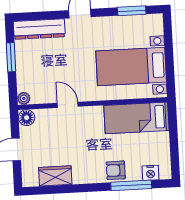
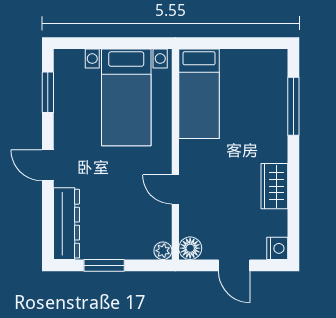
door: (68, 105) -> (175, 189), hinge flipped
armchair: (116, 170) -> (271, 127), removed
nightstand: (151, 173) -> (277, 248), moved
wardrobe: (55, 176) -> (274, 186), moved

